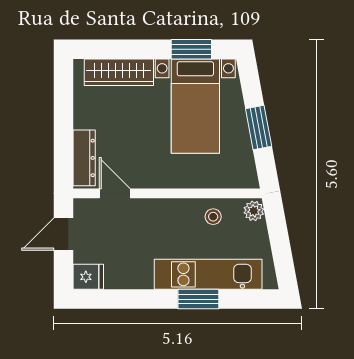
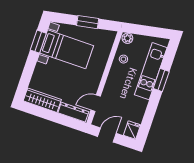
wardrobe: (119, 72) -> (42, 100), moved, turned -90
door: (64, 234) -> (107, 135), swing flipped

